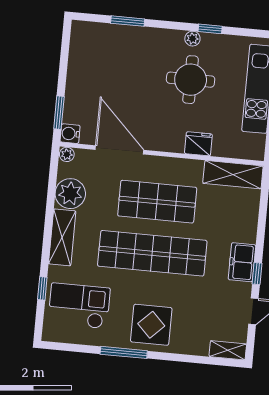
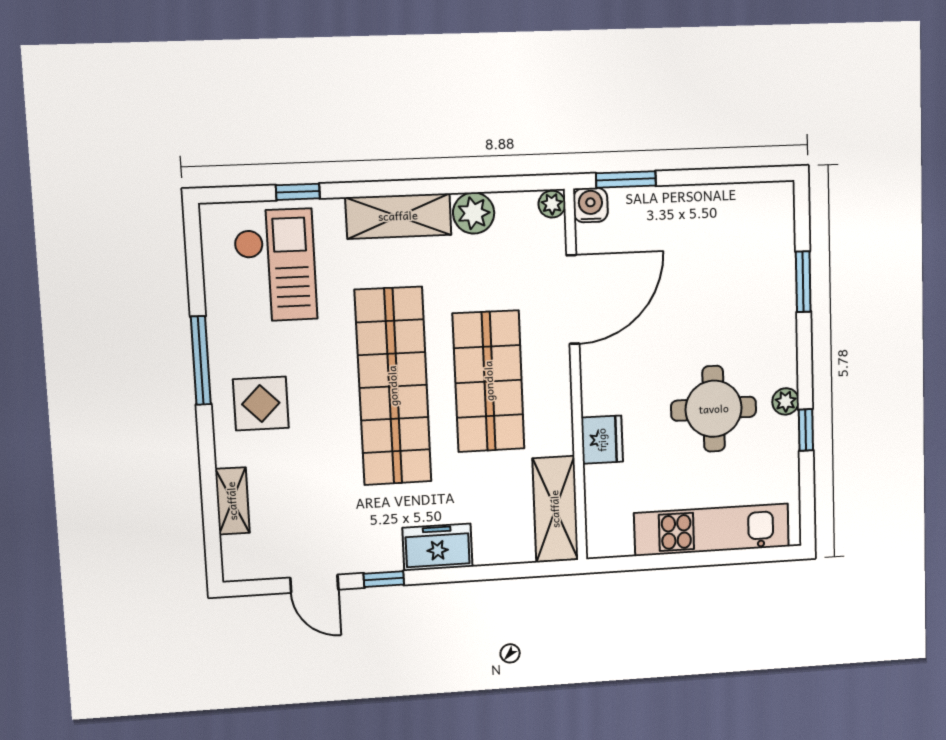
plant: (70, 194) -> (474, 213), width x0.73, depth x0.73
freezer: (242, 262) -> (437, 547), moved
display table: (151, 325) -> (261, 404), width x0.73, depth x0.73
shelving: (228, 350) -> (232, 501), moved

